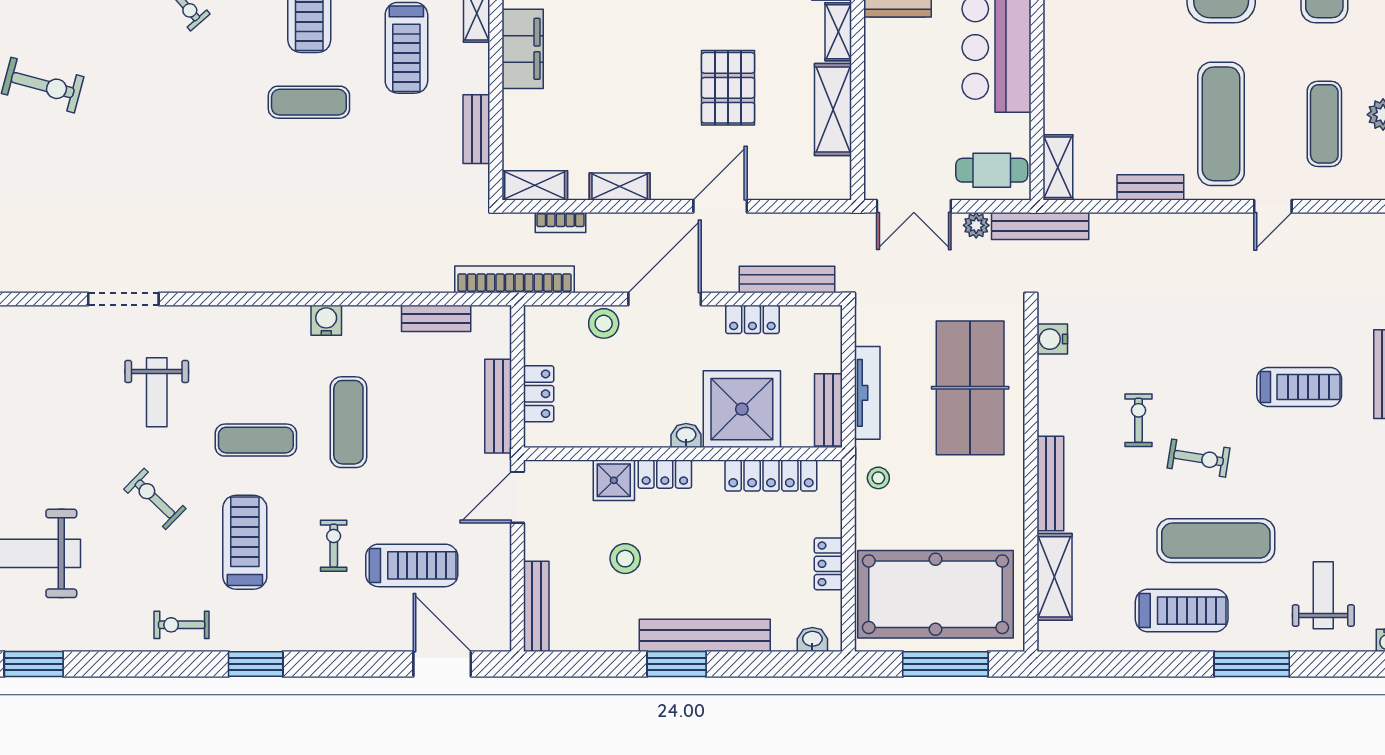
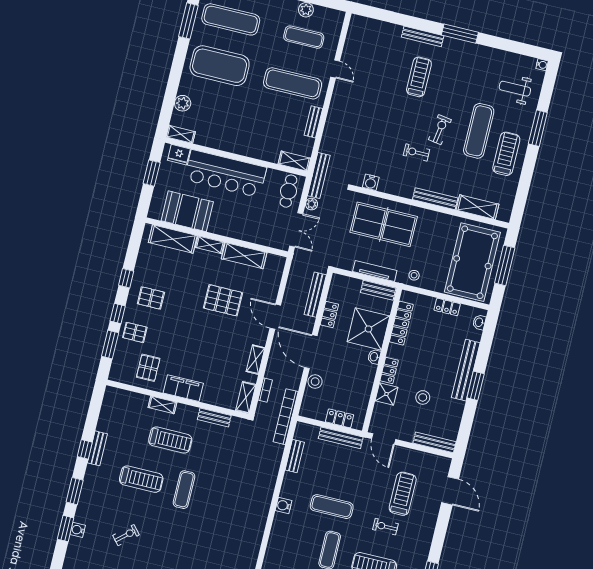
door: (442, 664) -> (450, 491), swing flipped

